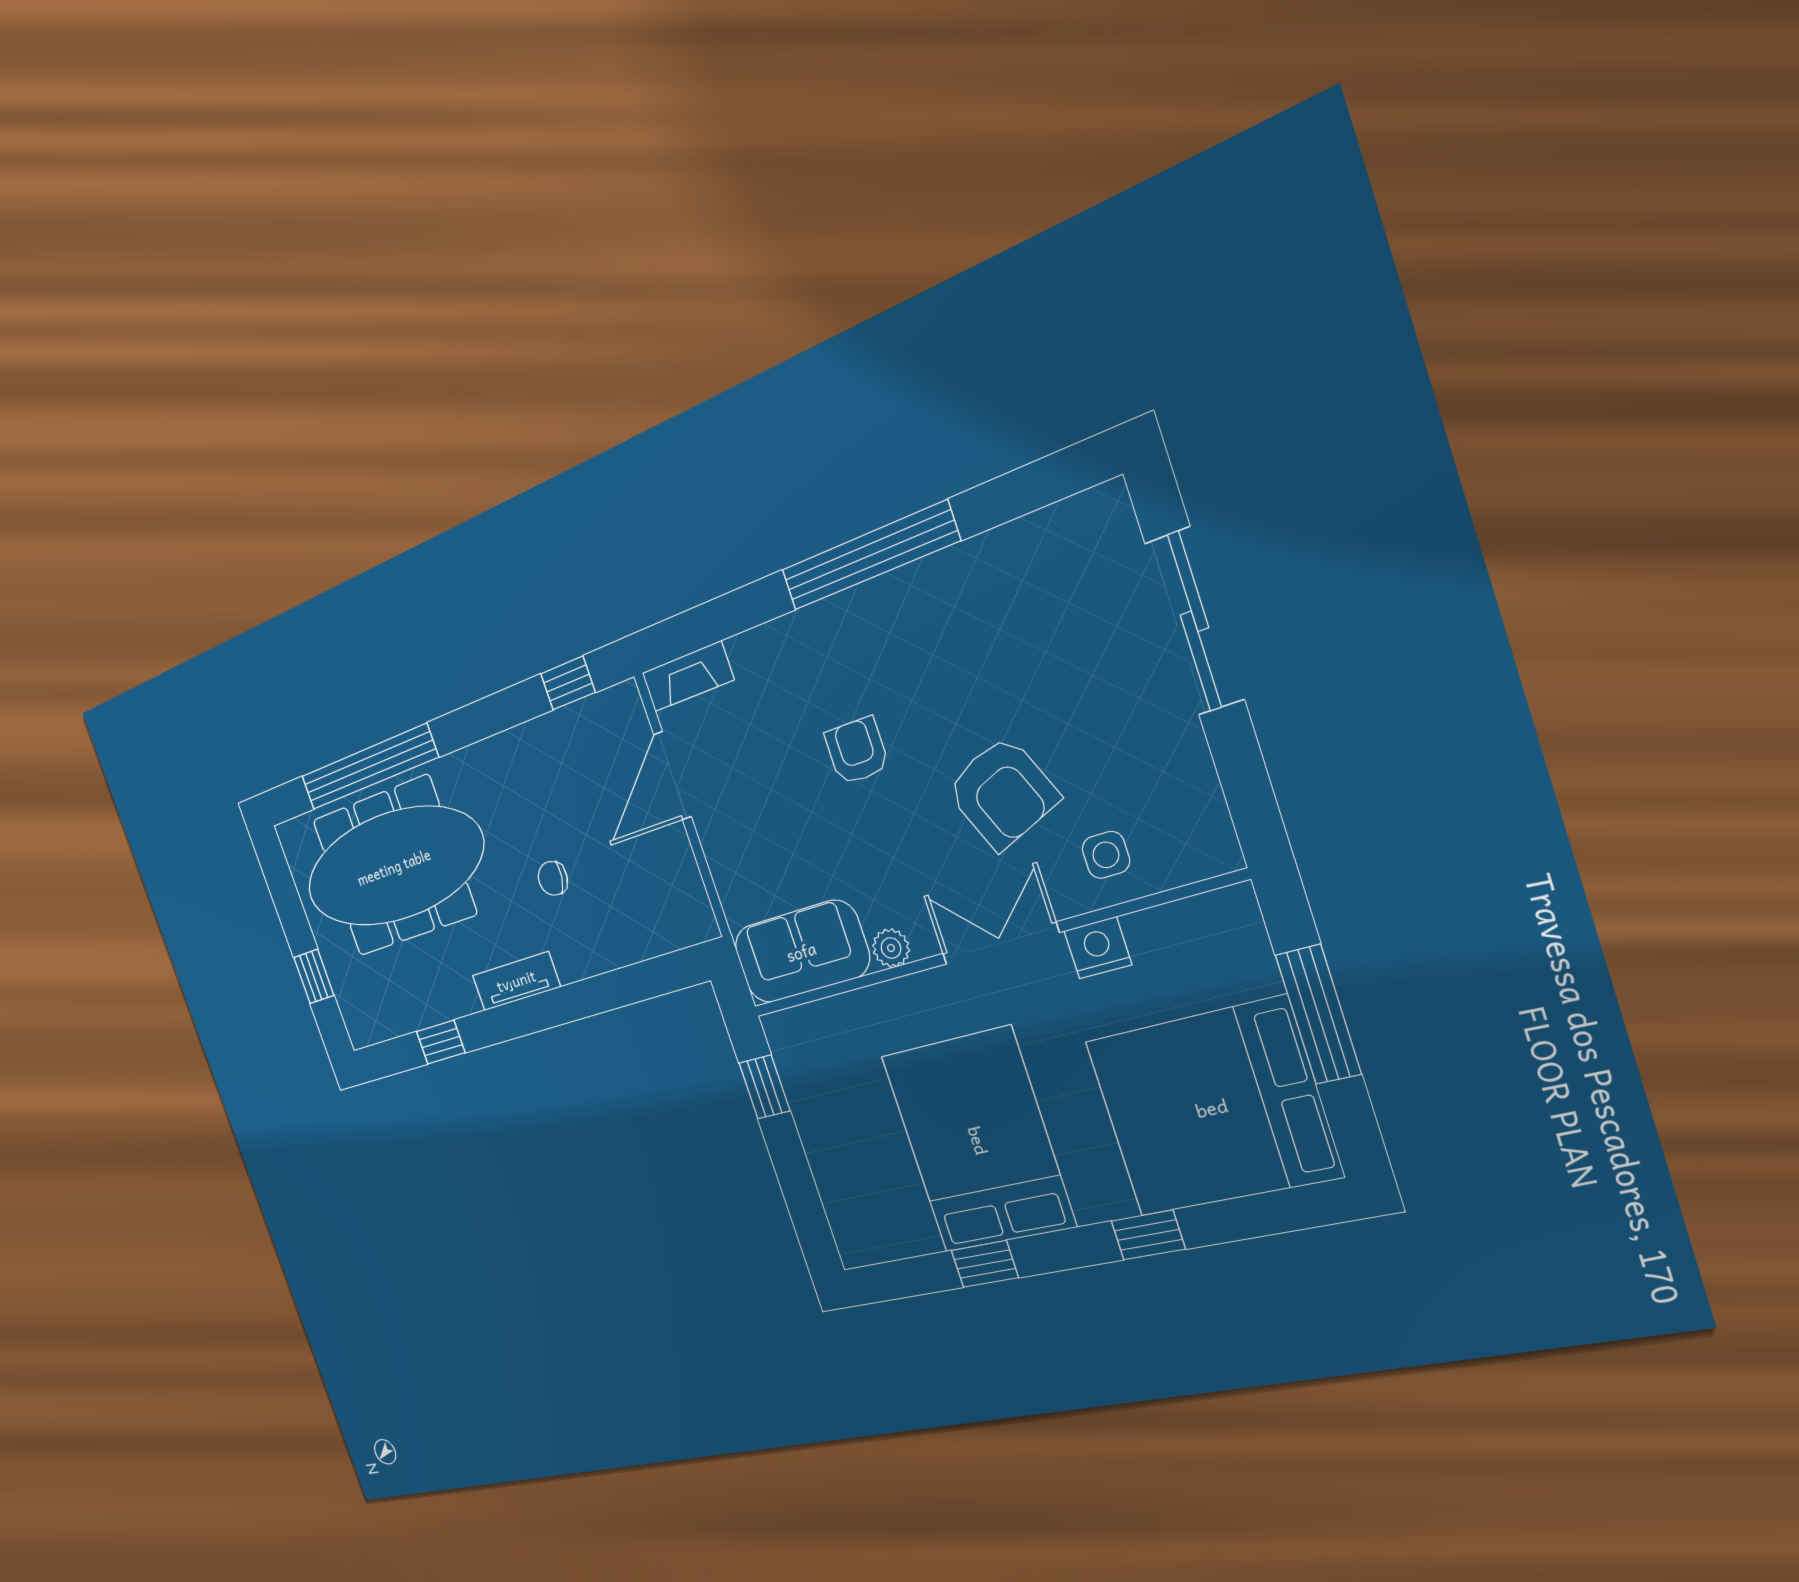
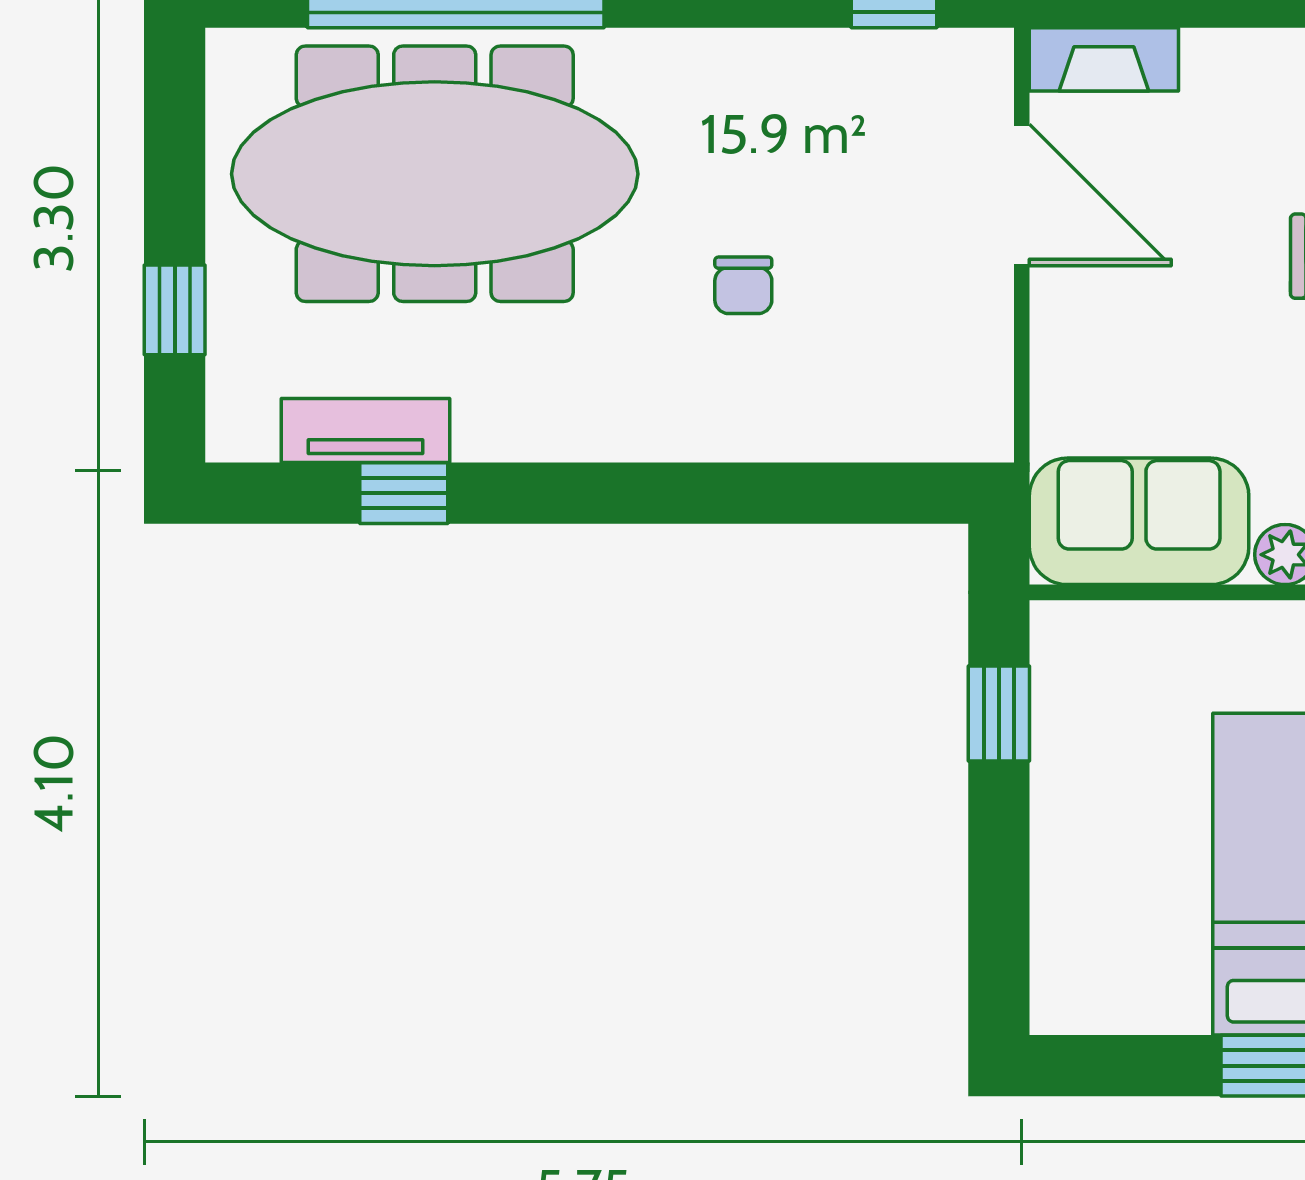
door: (672, 776) -> (1022, 195), swing flipped
chair: (553, 878) -> (743, 285), turned -99
tv unit: (516, 981) -> (366, 431), moved

